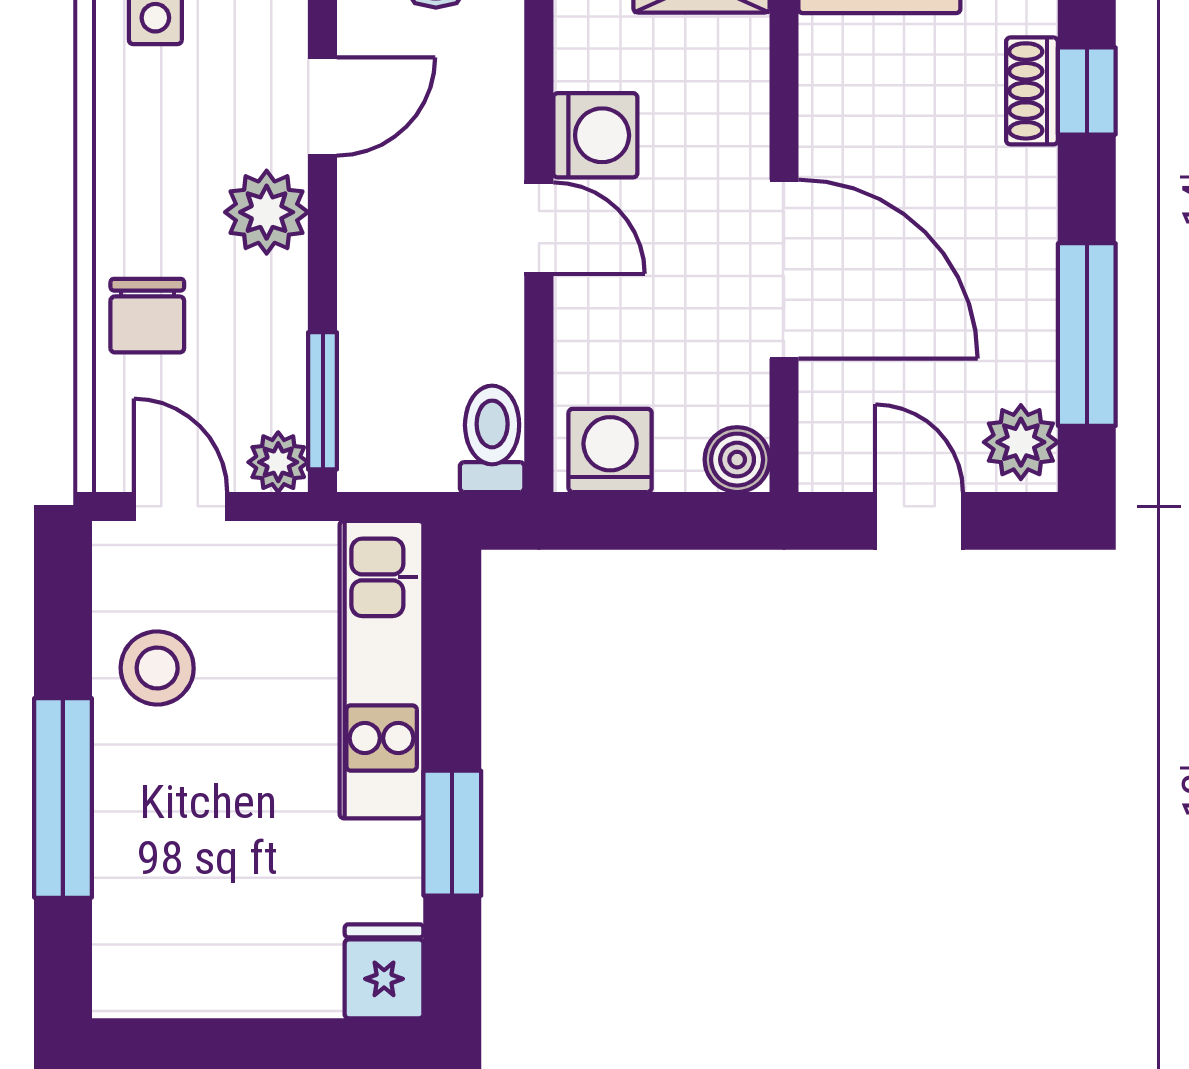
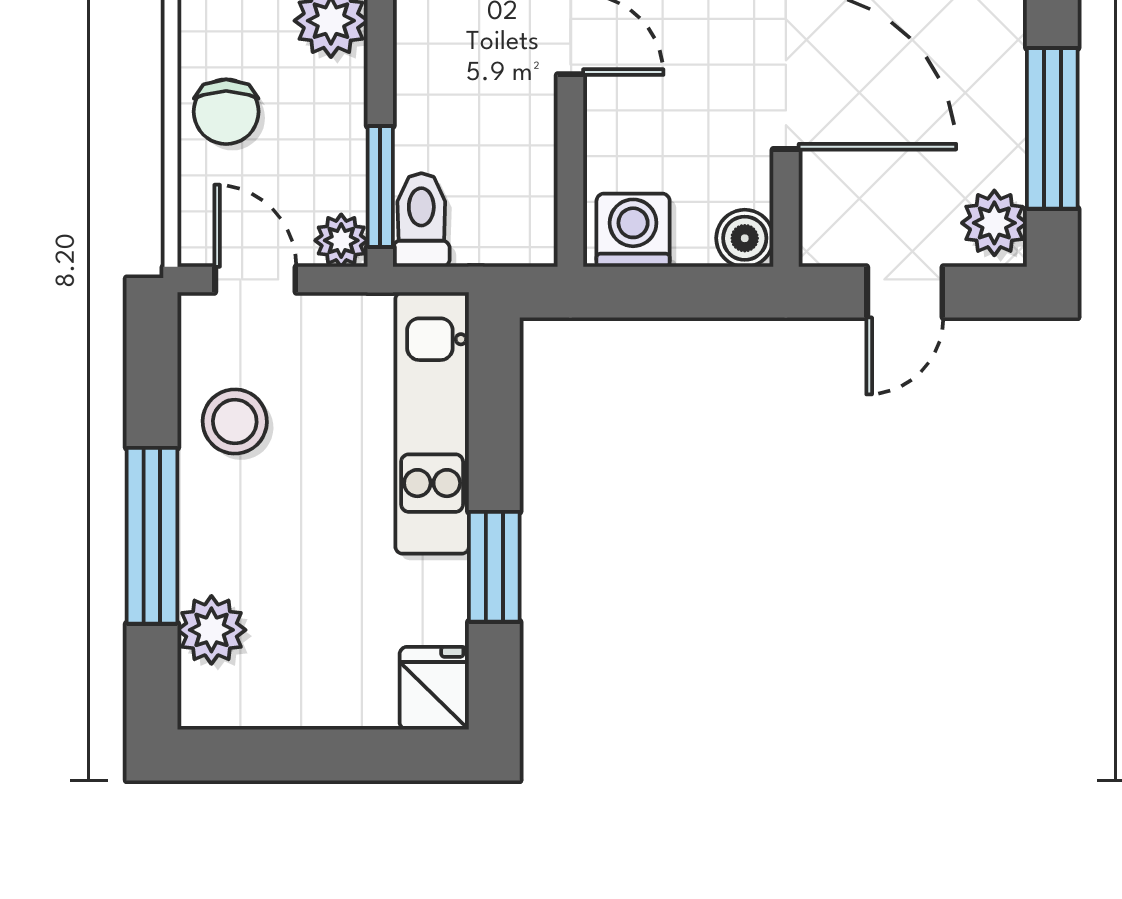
toilet: (492, 439) -> (421, 220), moved
door: (919, 521) -> (905, 292), swing flipped
plant: (131, 905) -> (211, 630), added

